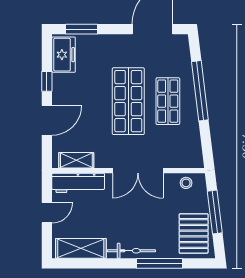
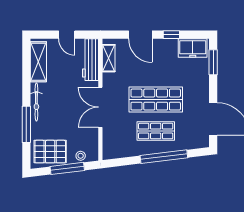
stool: (186, 183) -> (81, 156), moved

